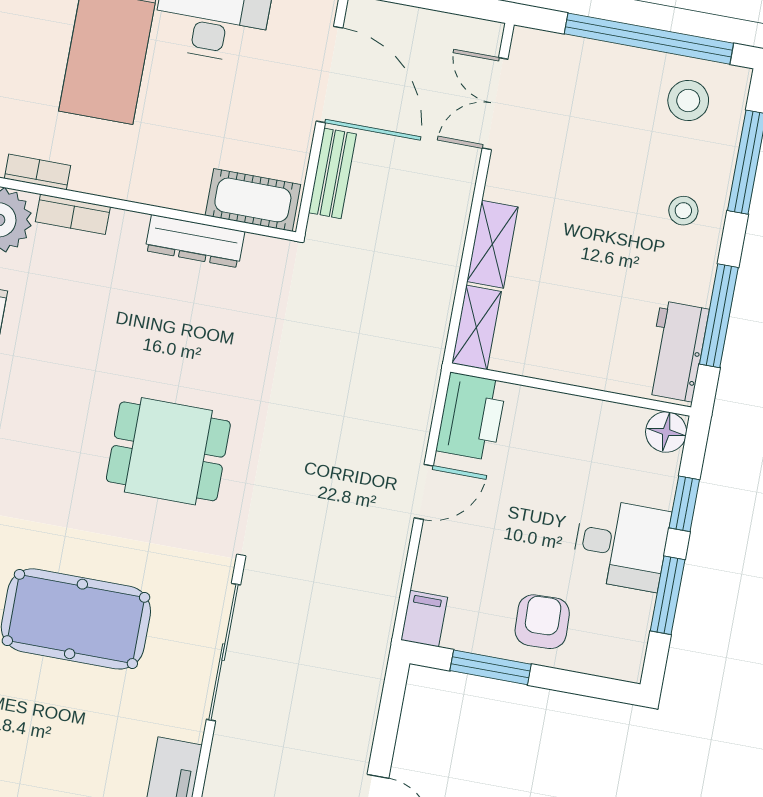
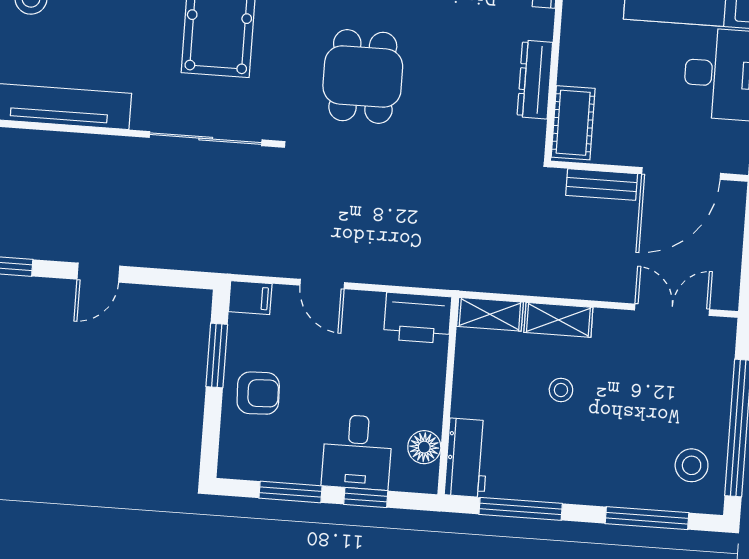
stool: (683, 211) -> (561, 390), moved
workbench: (677, 351) -> (467, 458), moved, turned 90
floor lamp: (666, 432) -> (424, 447), moved
door: (424, 492) -> (322, 284), moved
desk: (621, 544) -> (357, 452), moved

